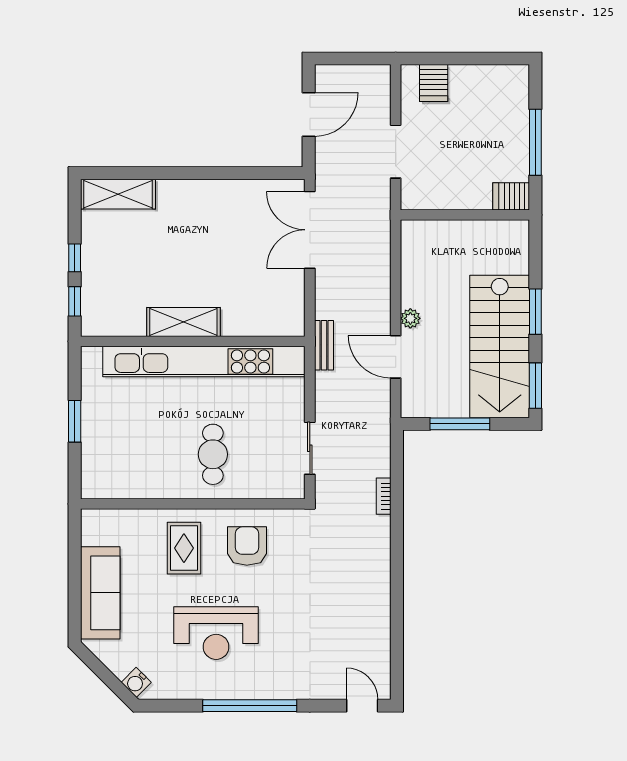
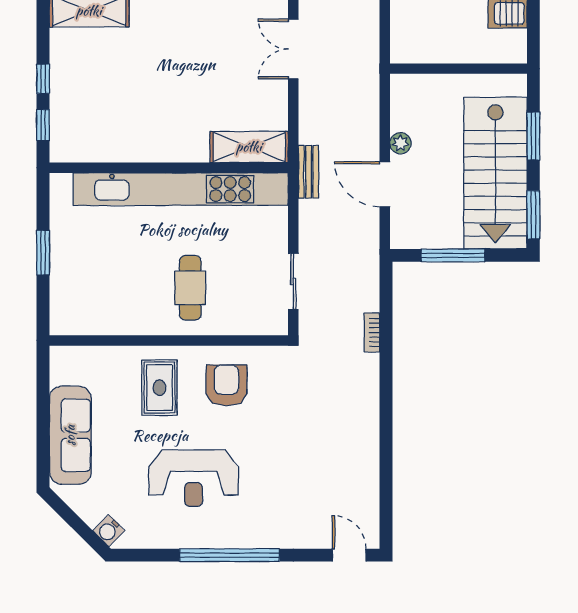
wall: (465, 215) -> (458, 69), moved
double door: (310, 230) -> (293, 49), width x0.73
shelving: (183, 322) -> (249, 147), moved

